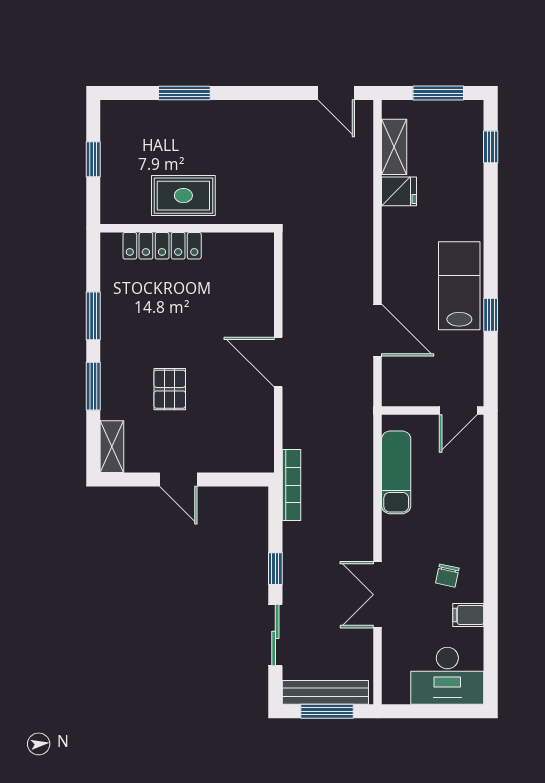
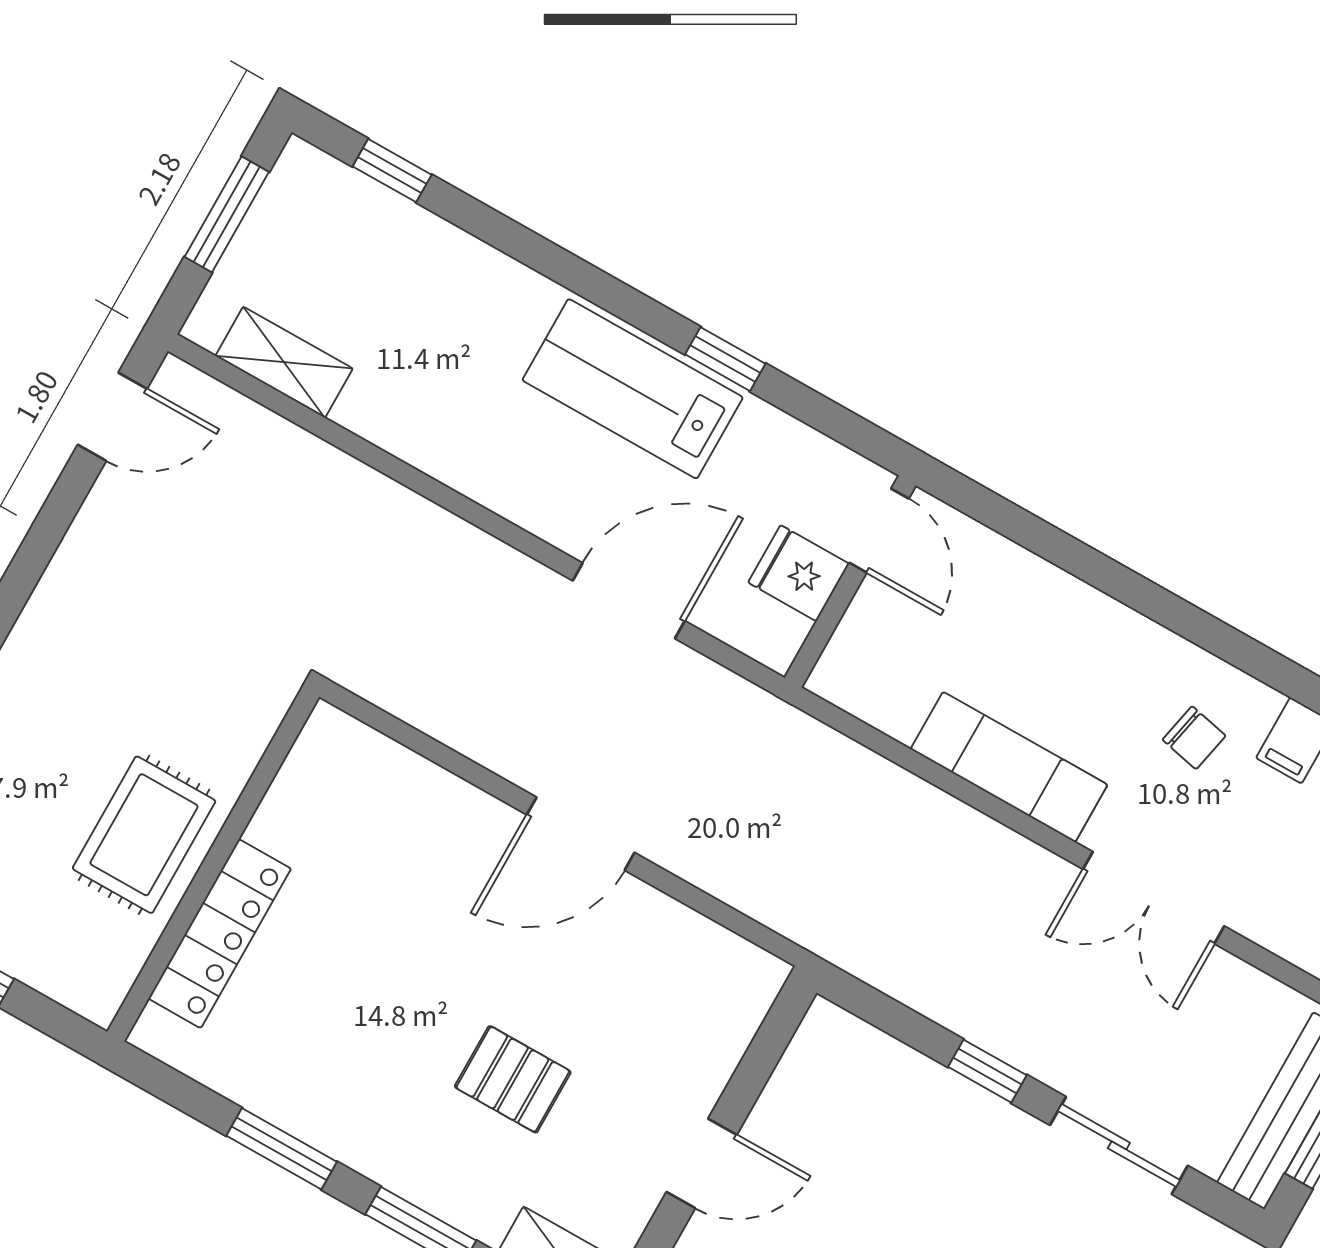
fridge: (399, 191) -> (799, 573), moved, turned -90
exam couch: (396, 472) -> (1009, 767), moved
bookcase: (291, 485) -> (839, 945), removed

